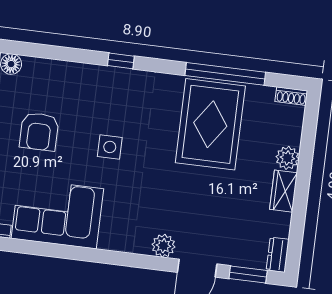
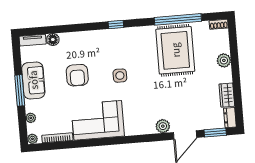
wardrobe: (284, 191) -> (227, 95), moved

